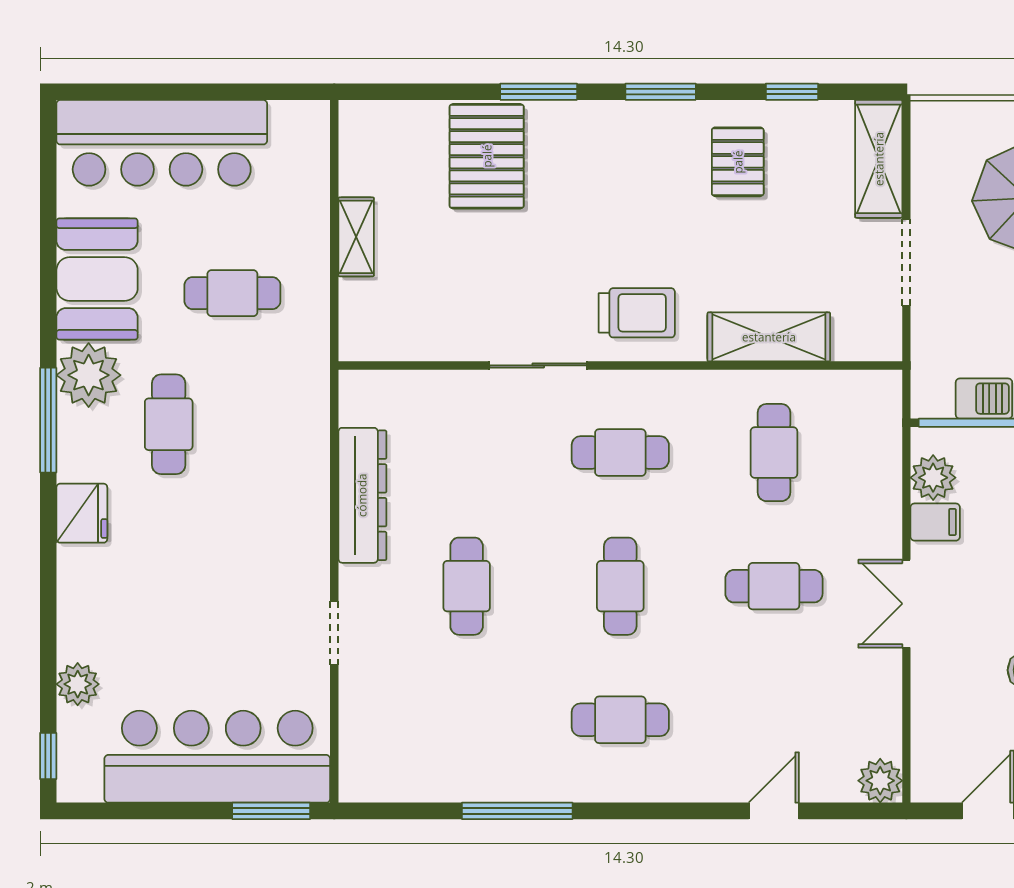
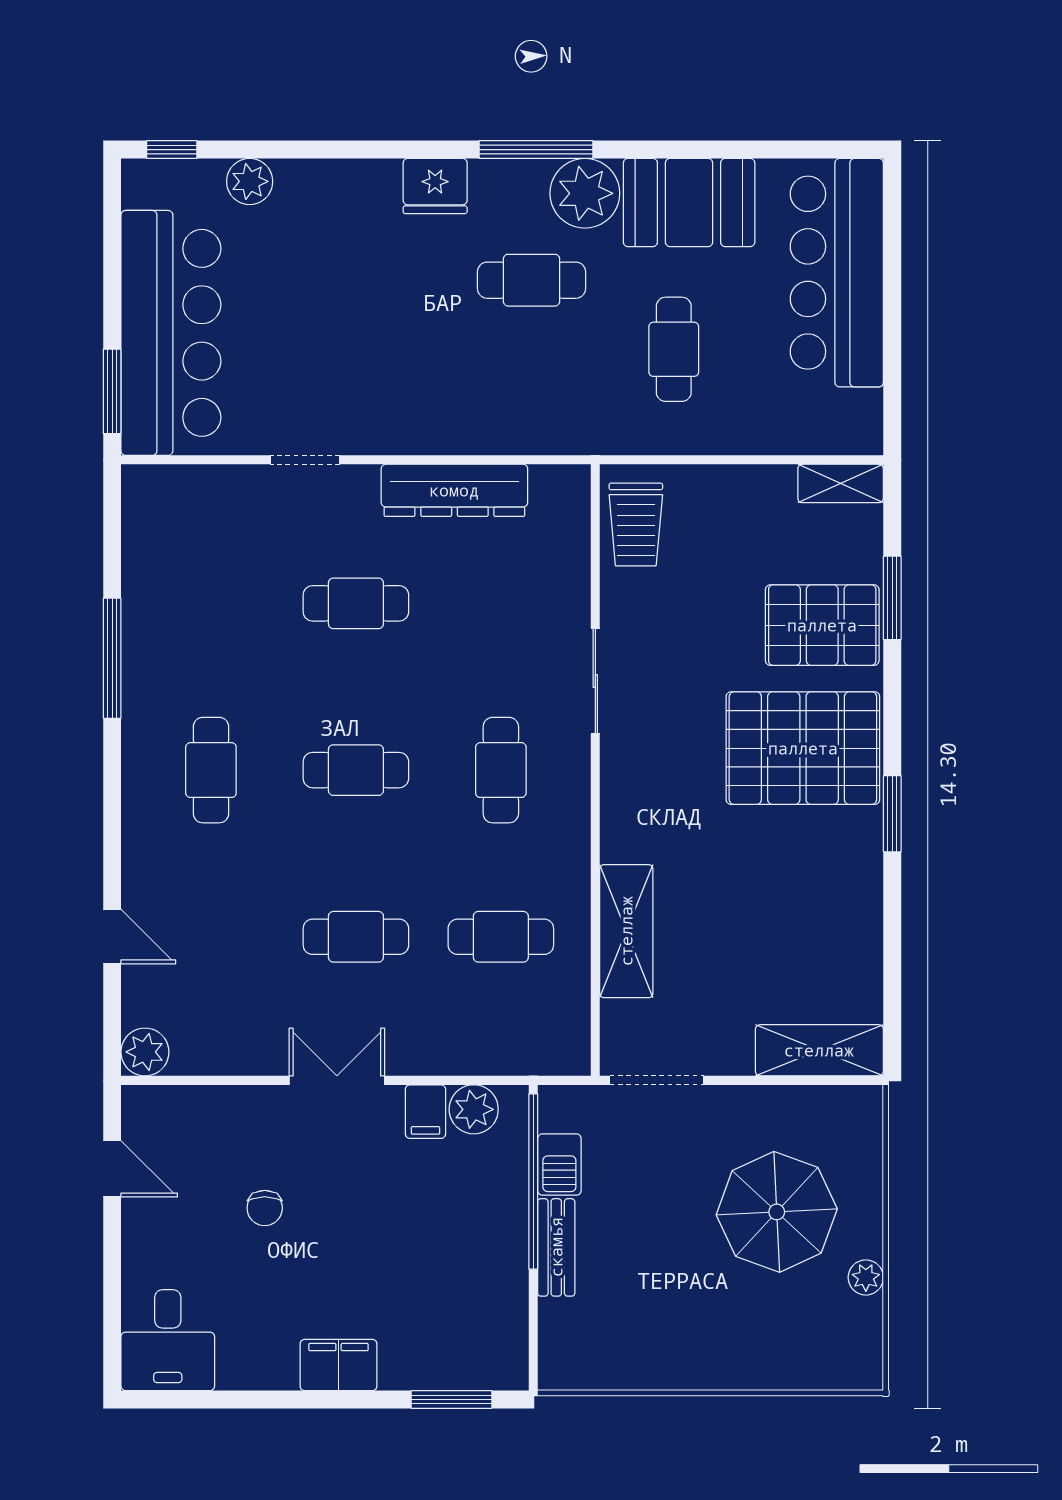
window: (539, 92) -> (892, 598), moved
window: (792, 92) -> (892, 956), removed
pallet: (738, 162) -> (803, 748), moved, width x2.05, depth x2.00
shelving: (356, 237) -> (841, 483), moved
doorway: (906, 262) -> (657, 1080), moved
trolley: (637, 313) -> (636, 524), moved
cafe table: (774, 586) -> (356, 937), turned 90

